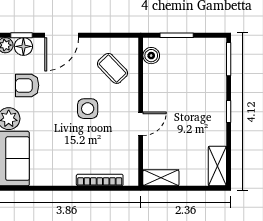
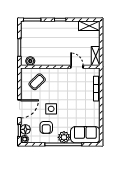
door: (62, 35) -> (19, 109), hinge flipped
side table: (88, 109) -> (51, 109), moved
door: (141, 124) -> (77, 67), moved

